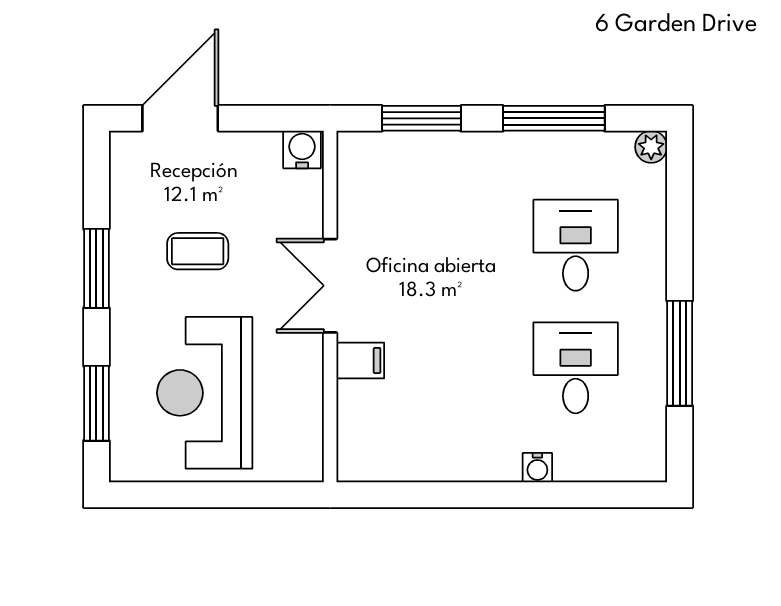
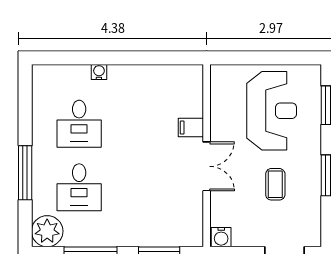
plant: (651, 147) -> (47, 231), width x1.88, depth x1.88
coffee table: (198, 251) -> (275, 184), turned 90
window: (680, 353) -> (25, 173), moved

